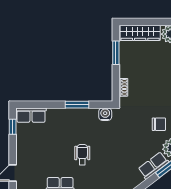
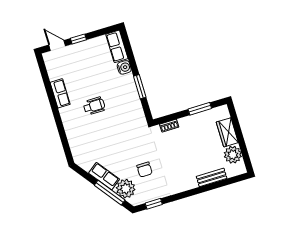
wardrobe: (140, 33) -> (227, 132), width x0.67
water cooler: (105, 114) -> (124, 67), moved
window: (13, 127) -> (78, 39), moved

